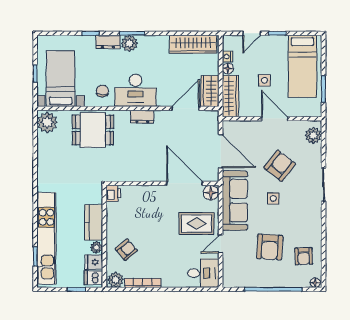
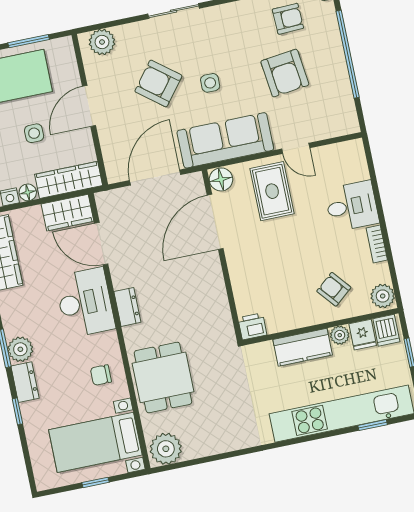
desk: (136, 90) -> (85, 303), moved
armchair: (270, 247) -> (285, 73), turned 80
desk: (203, 273) -> (352, 206), moved, turned 90
bookcase: (143, 283) -> (377, 244), width x0.64

